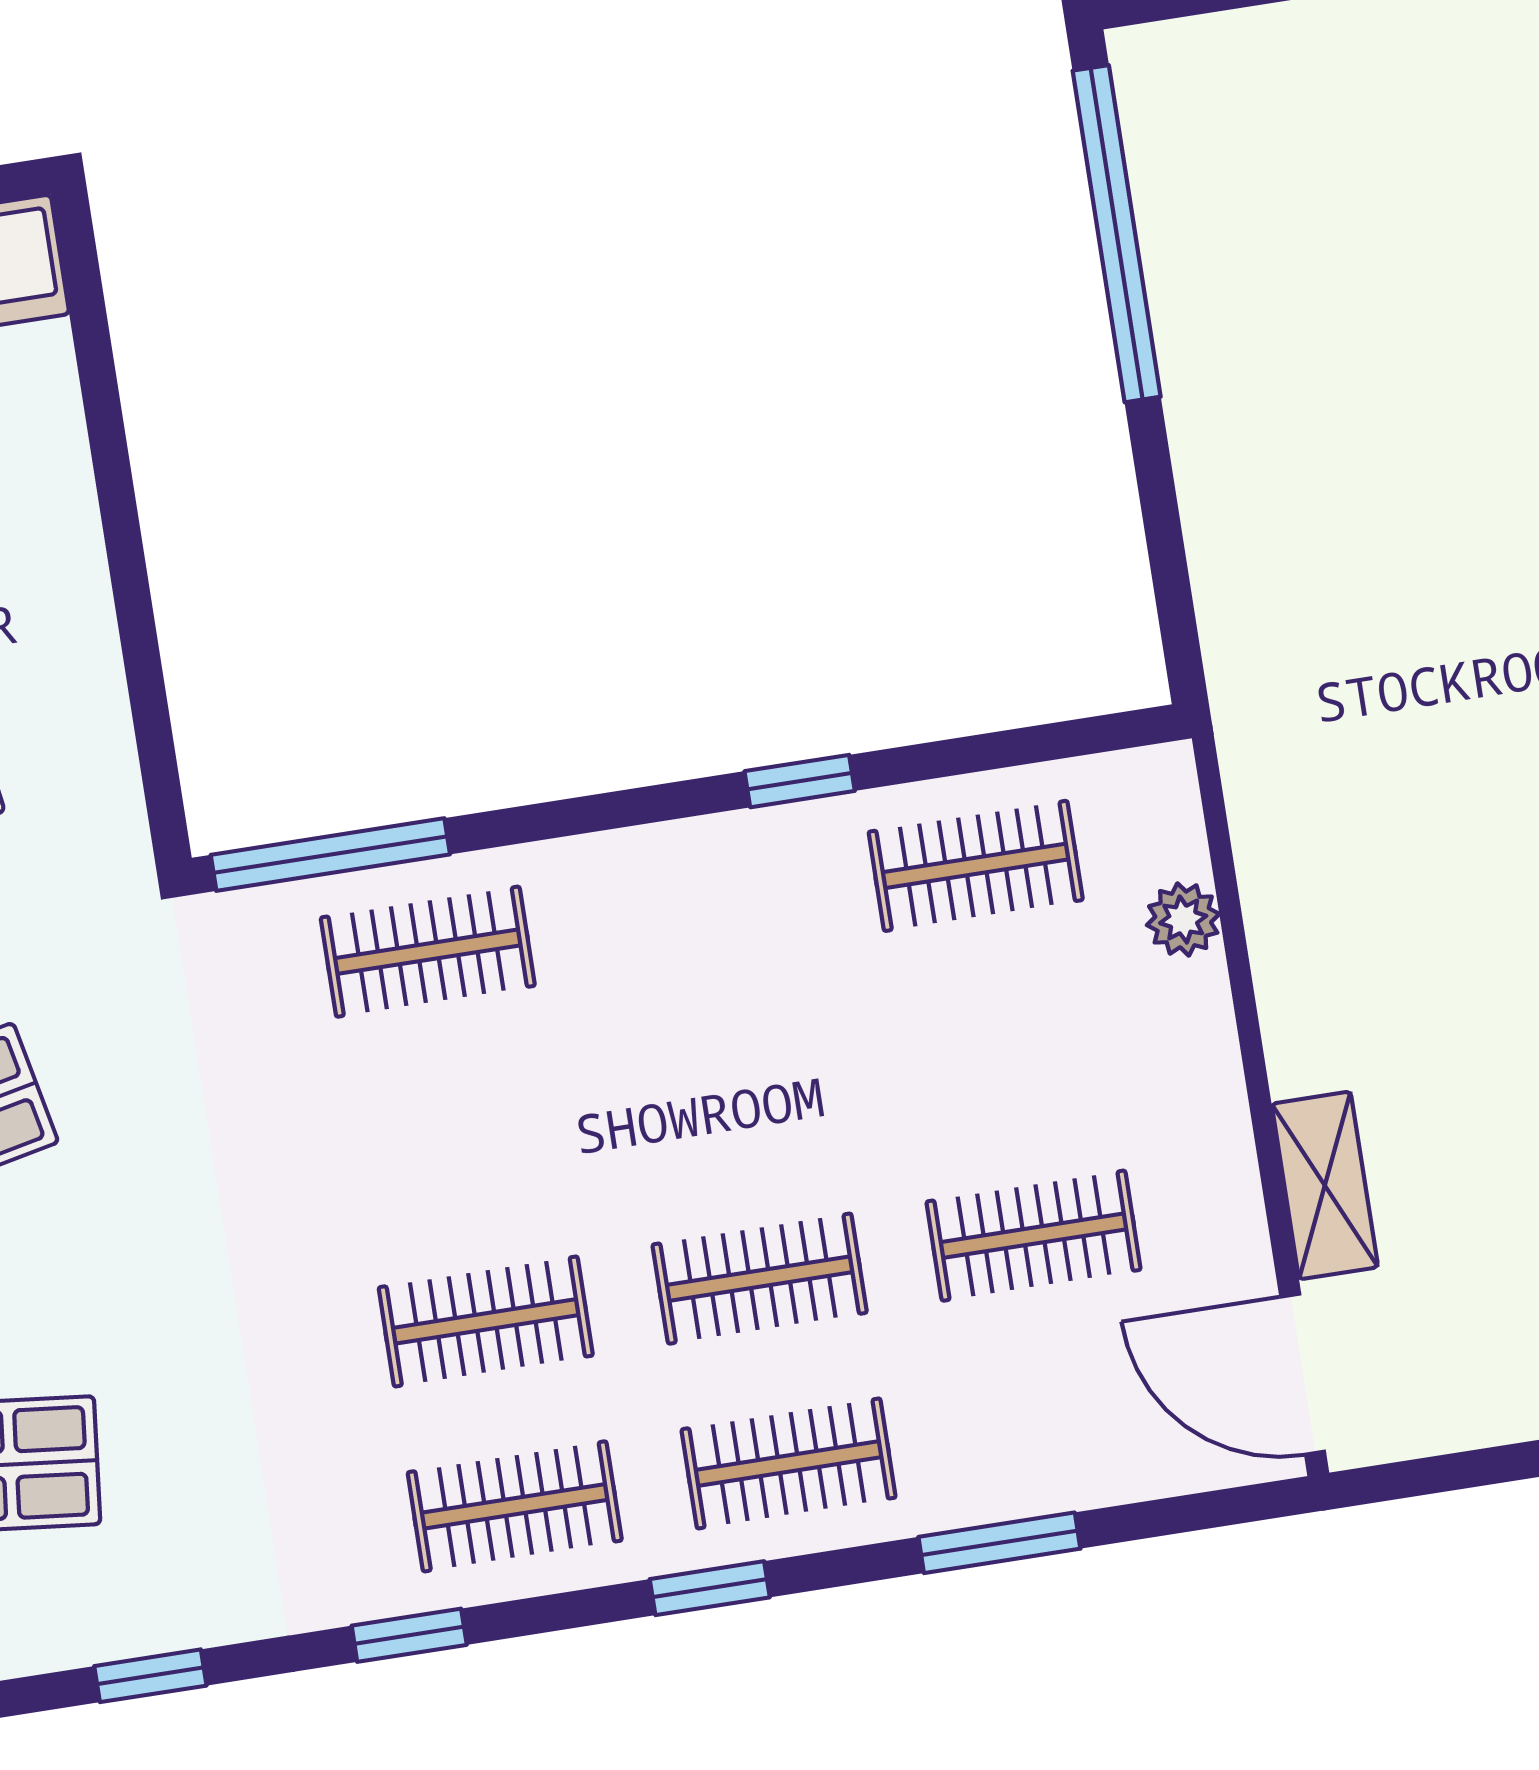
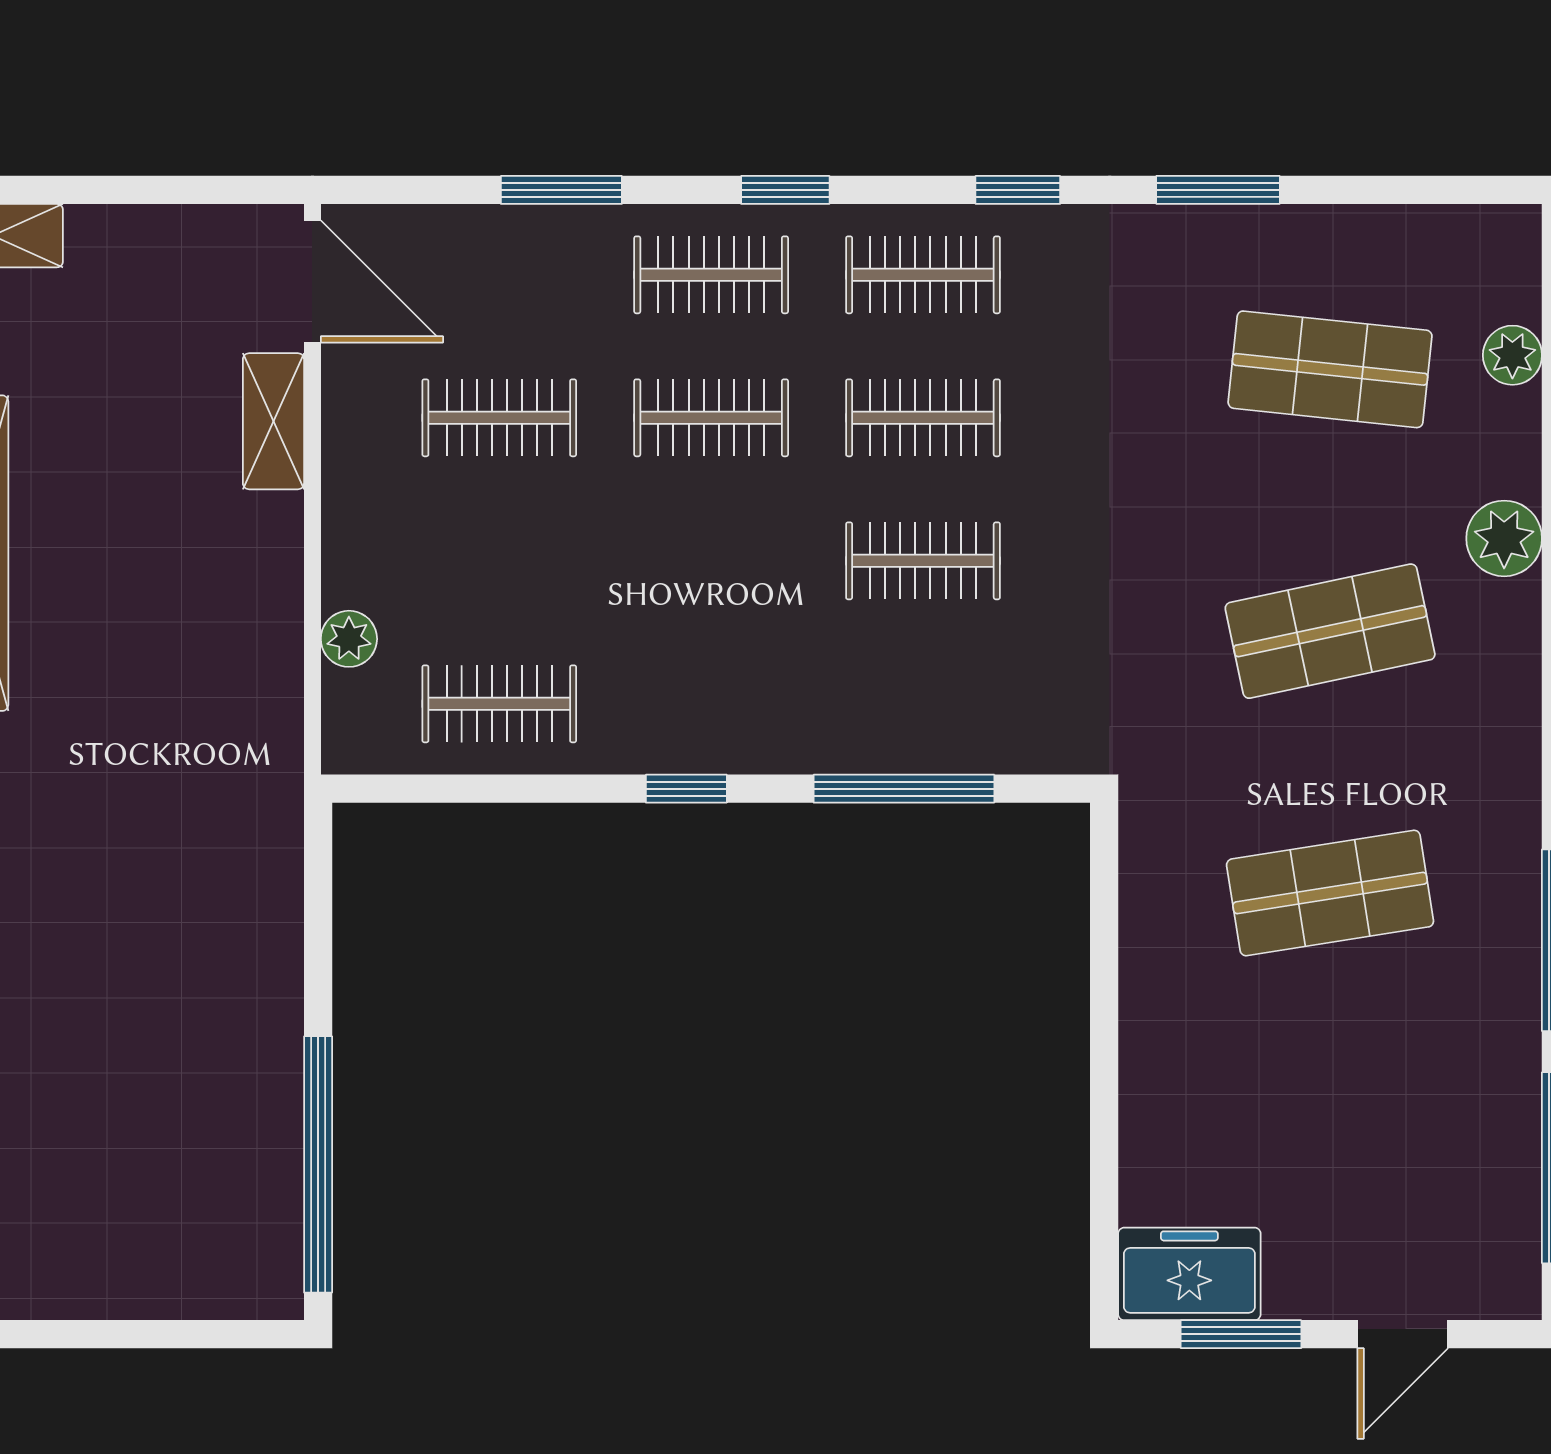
window: (800, 781) -> (686, 789), moved
window: (330, 855) -> (904, 789), moved
clothes rail: (428, 952) -> (923, 561), moved
window: (150, 1676) -> (1218, 190), width x1.50

